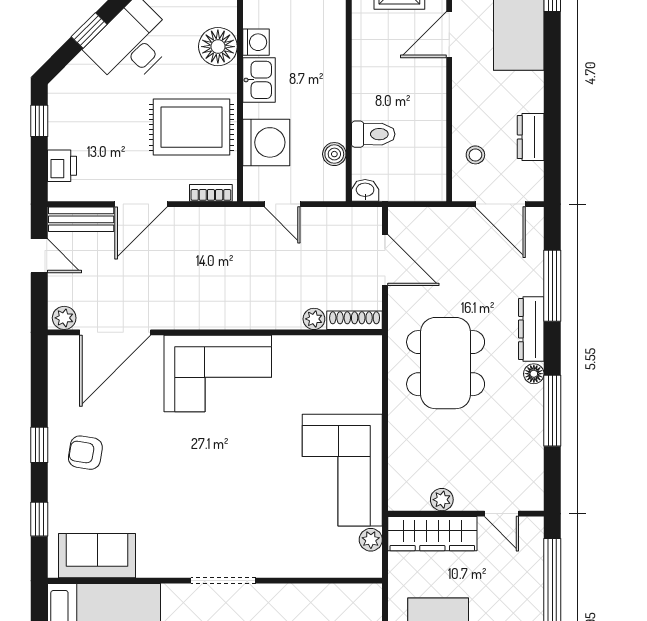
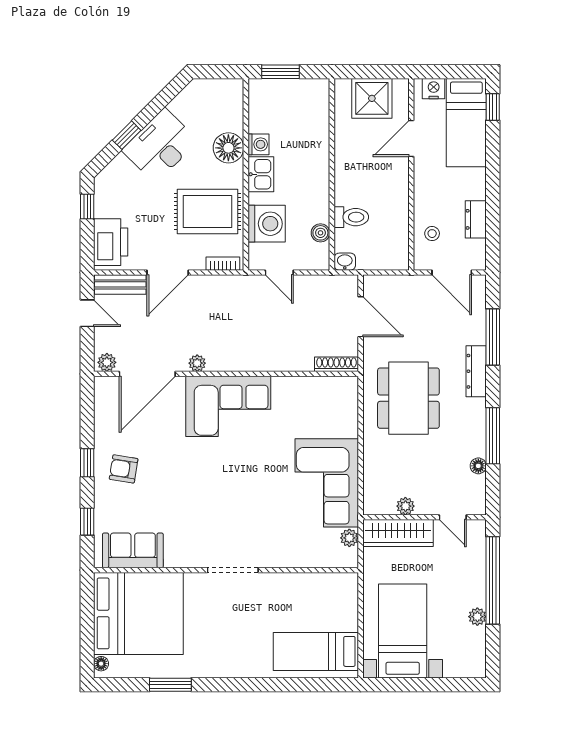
printer: (62, 166) -> (111, 242), width x1.87, depth x1.48
plant: (314, 319) -> (197, 363), moved
floor lamp: (534, 374) -> (478, 466), moved

